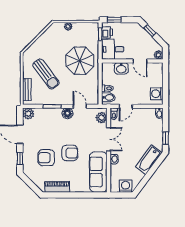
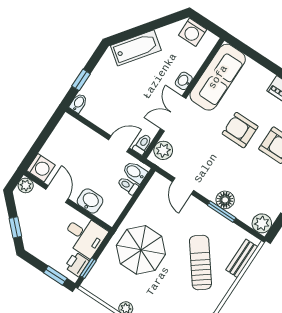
washing machine: (157, 94) -> (41, 168), moved
floor lamp: (67, 113) -> (225, 200), moved
window: (166, 138) -> (81, 80), moved

